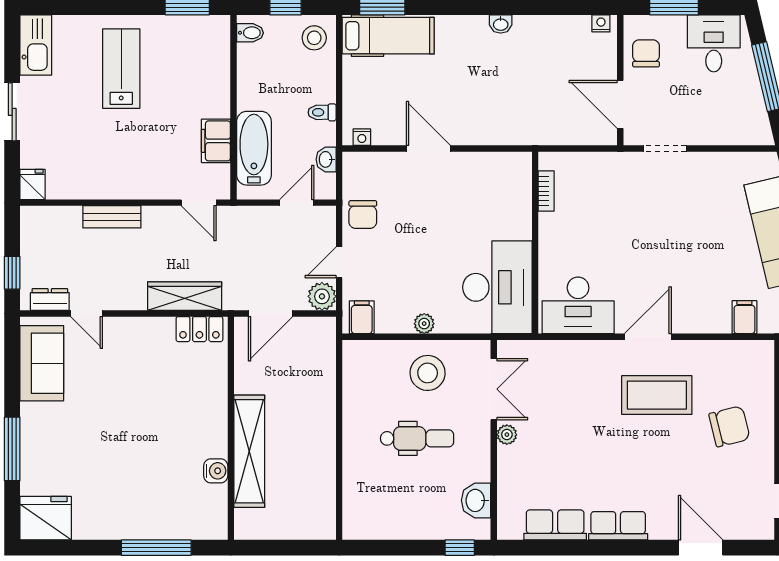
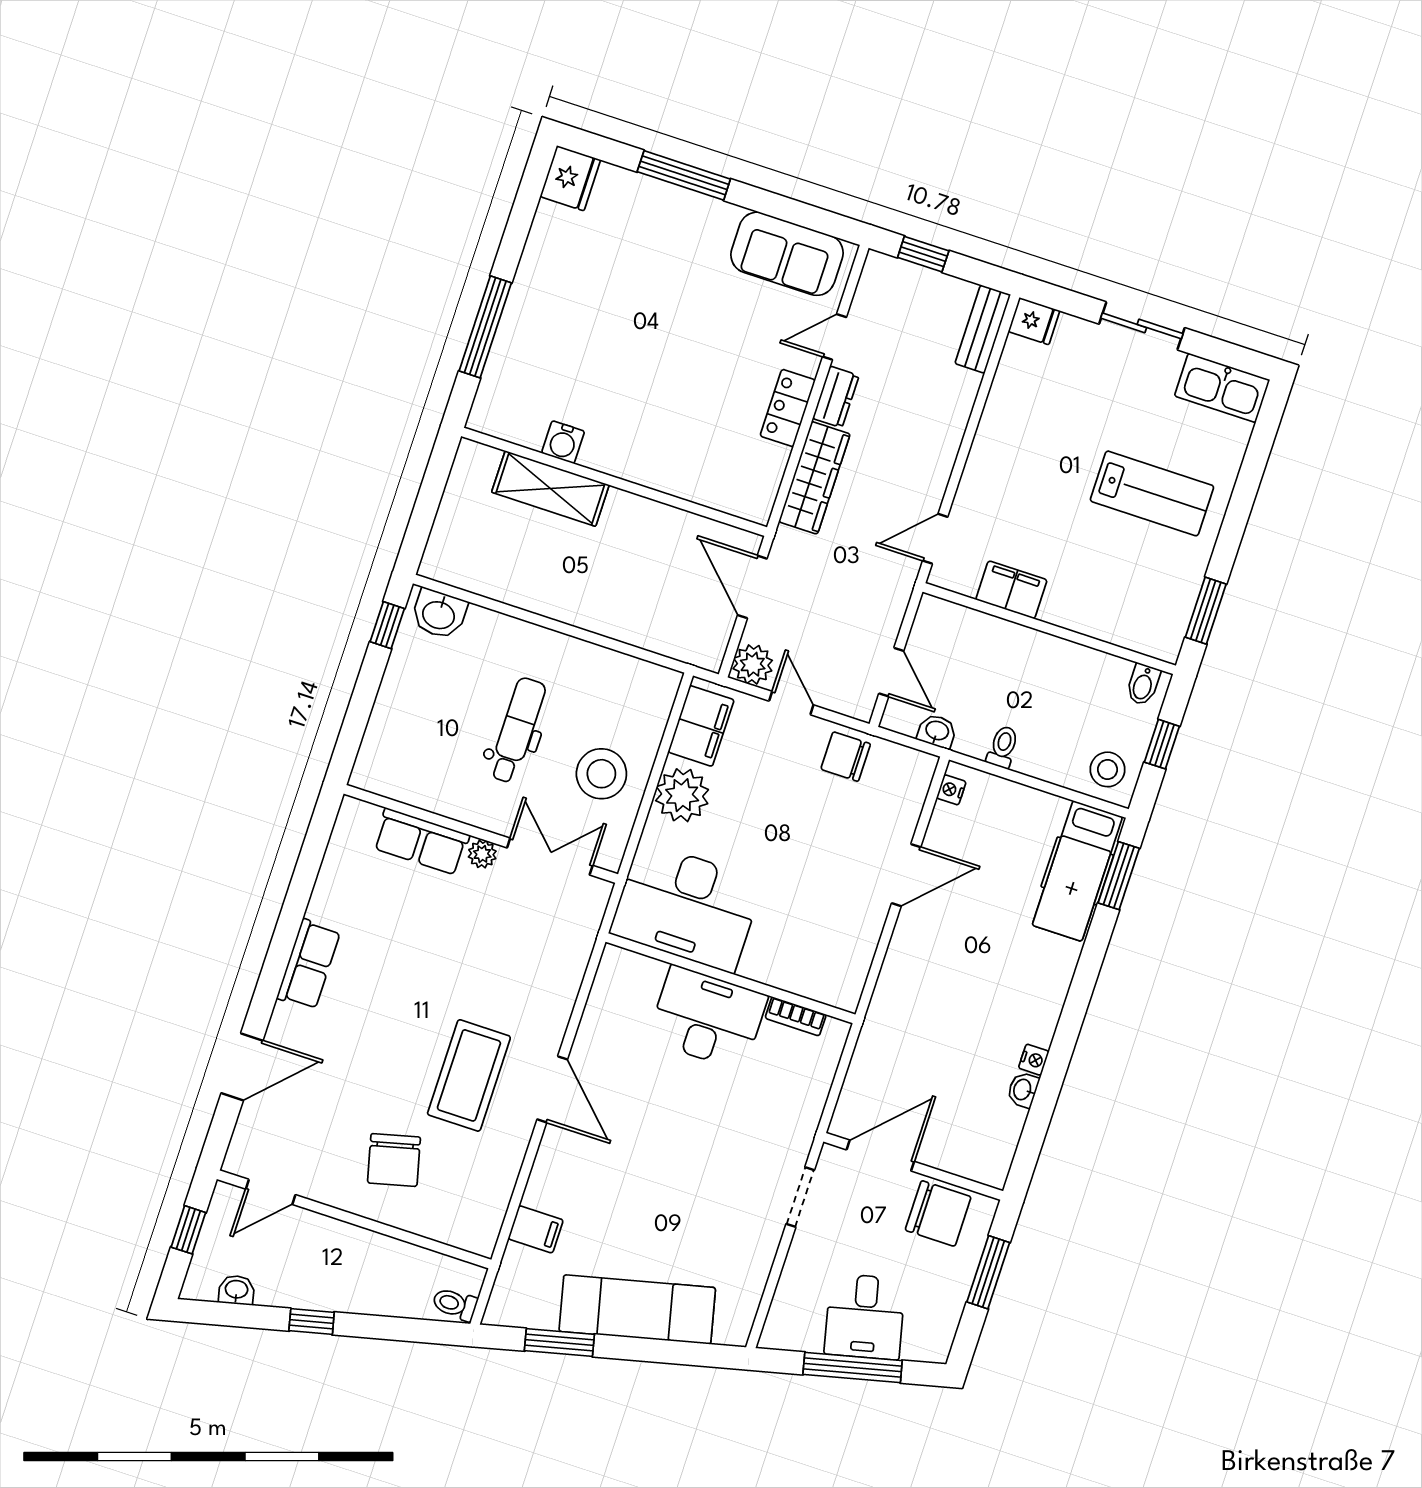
nightstand: (601, 23) -> (1034, 1060), moved
washbasin: (501, 24) -> (1023, 1090), moved
desk: (714, 43) -> (865, 1317), moved, turned 77
chair: (646, 53) -> (938, 1213), width x1.37, depth x1.37
bathtub: (254, 148) -> (984, 638), removed
bench: (112, 217) -> (983, 329), moved
dresser: (50, 300) -> (836, 397), moved
desk: (578, 305) -> (708, 1018), moved, turned 90
filing cabinet: (362, 317) -> (701, 726), width x2.00
plant: (424, 324) -> (682, 795), width x1.88, depth x1.88
locker: (199, 329) -> (788, 408), moved
double door: (494, 389) -> (550, 857), swing flipped
dental chair: (417, 438) -> (517, 730), turned 180
shelving: (249, 451) -> (550, 488), width x0.68
washbasin: (476, 500) -> (439, 614), moved, turned 180
fridge: (46, 518) -> (570, 178), width x0.73, depth x0.75
row of seats: (555, 525) -> (421, 842), moved, turned 90
window: (460, 548) -> (387, 625), moved

